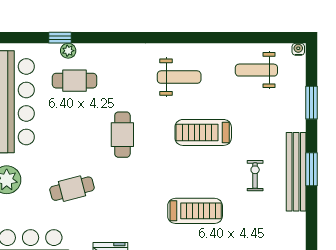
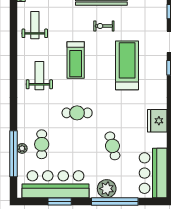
window: (60, 38) -> (13, 154), width x3.17
weight bench: (256, 70) -> (35, 25), turned 180
treadmill: (195, 211) -> (127, 65), width x1.37, depth x1.38

